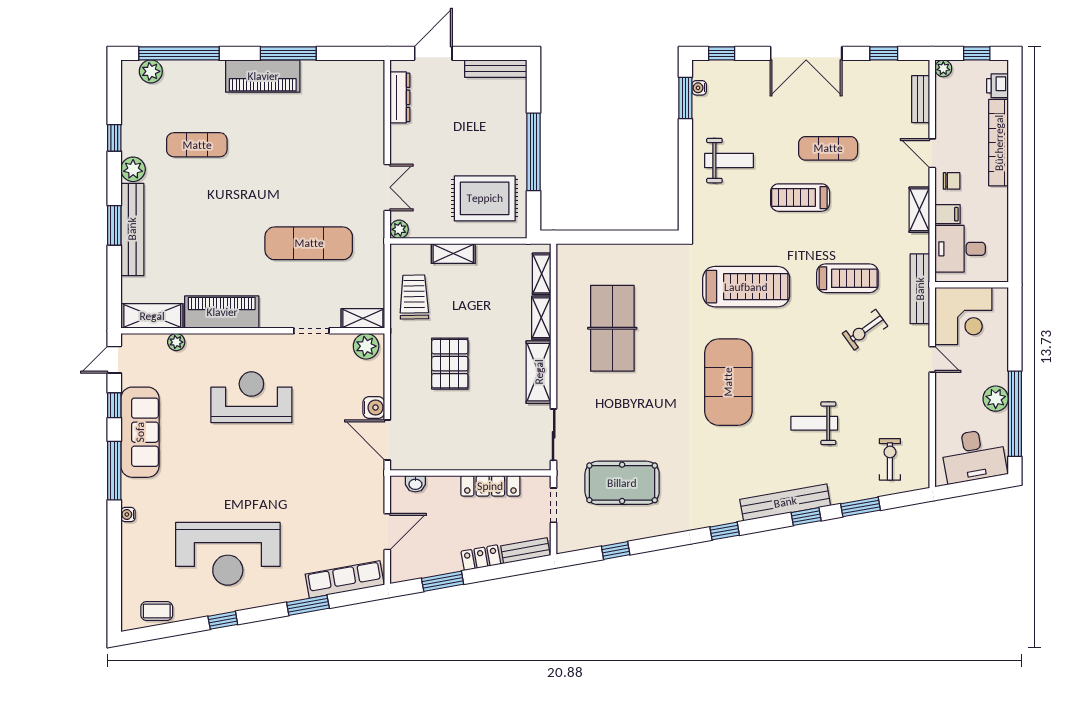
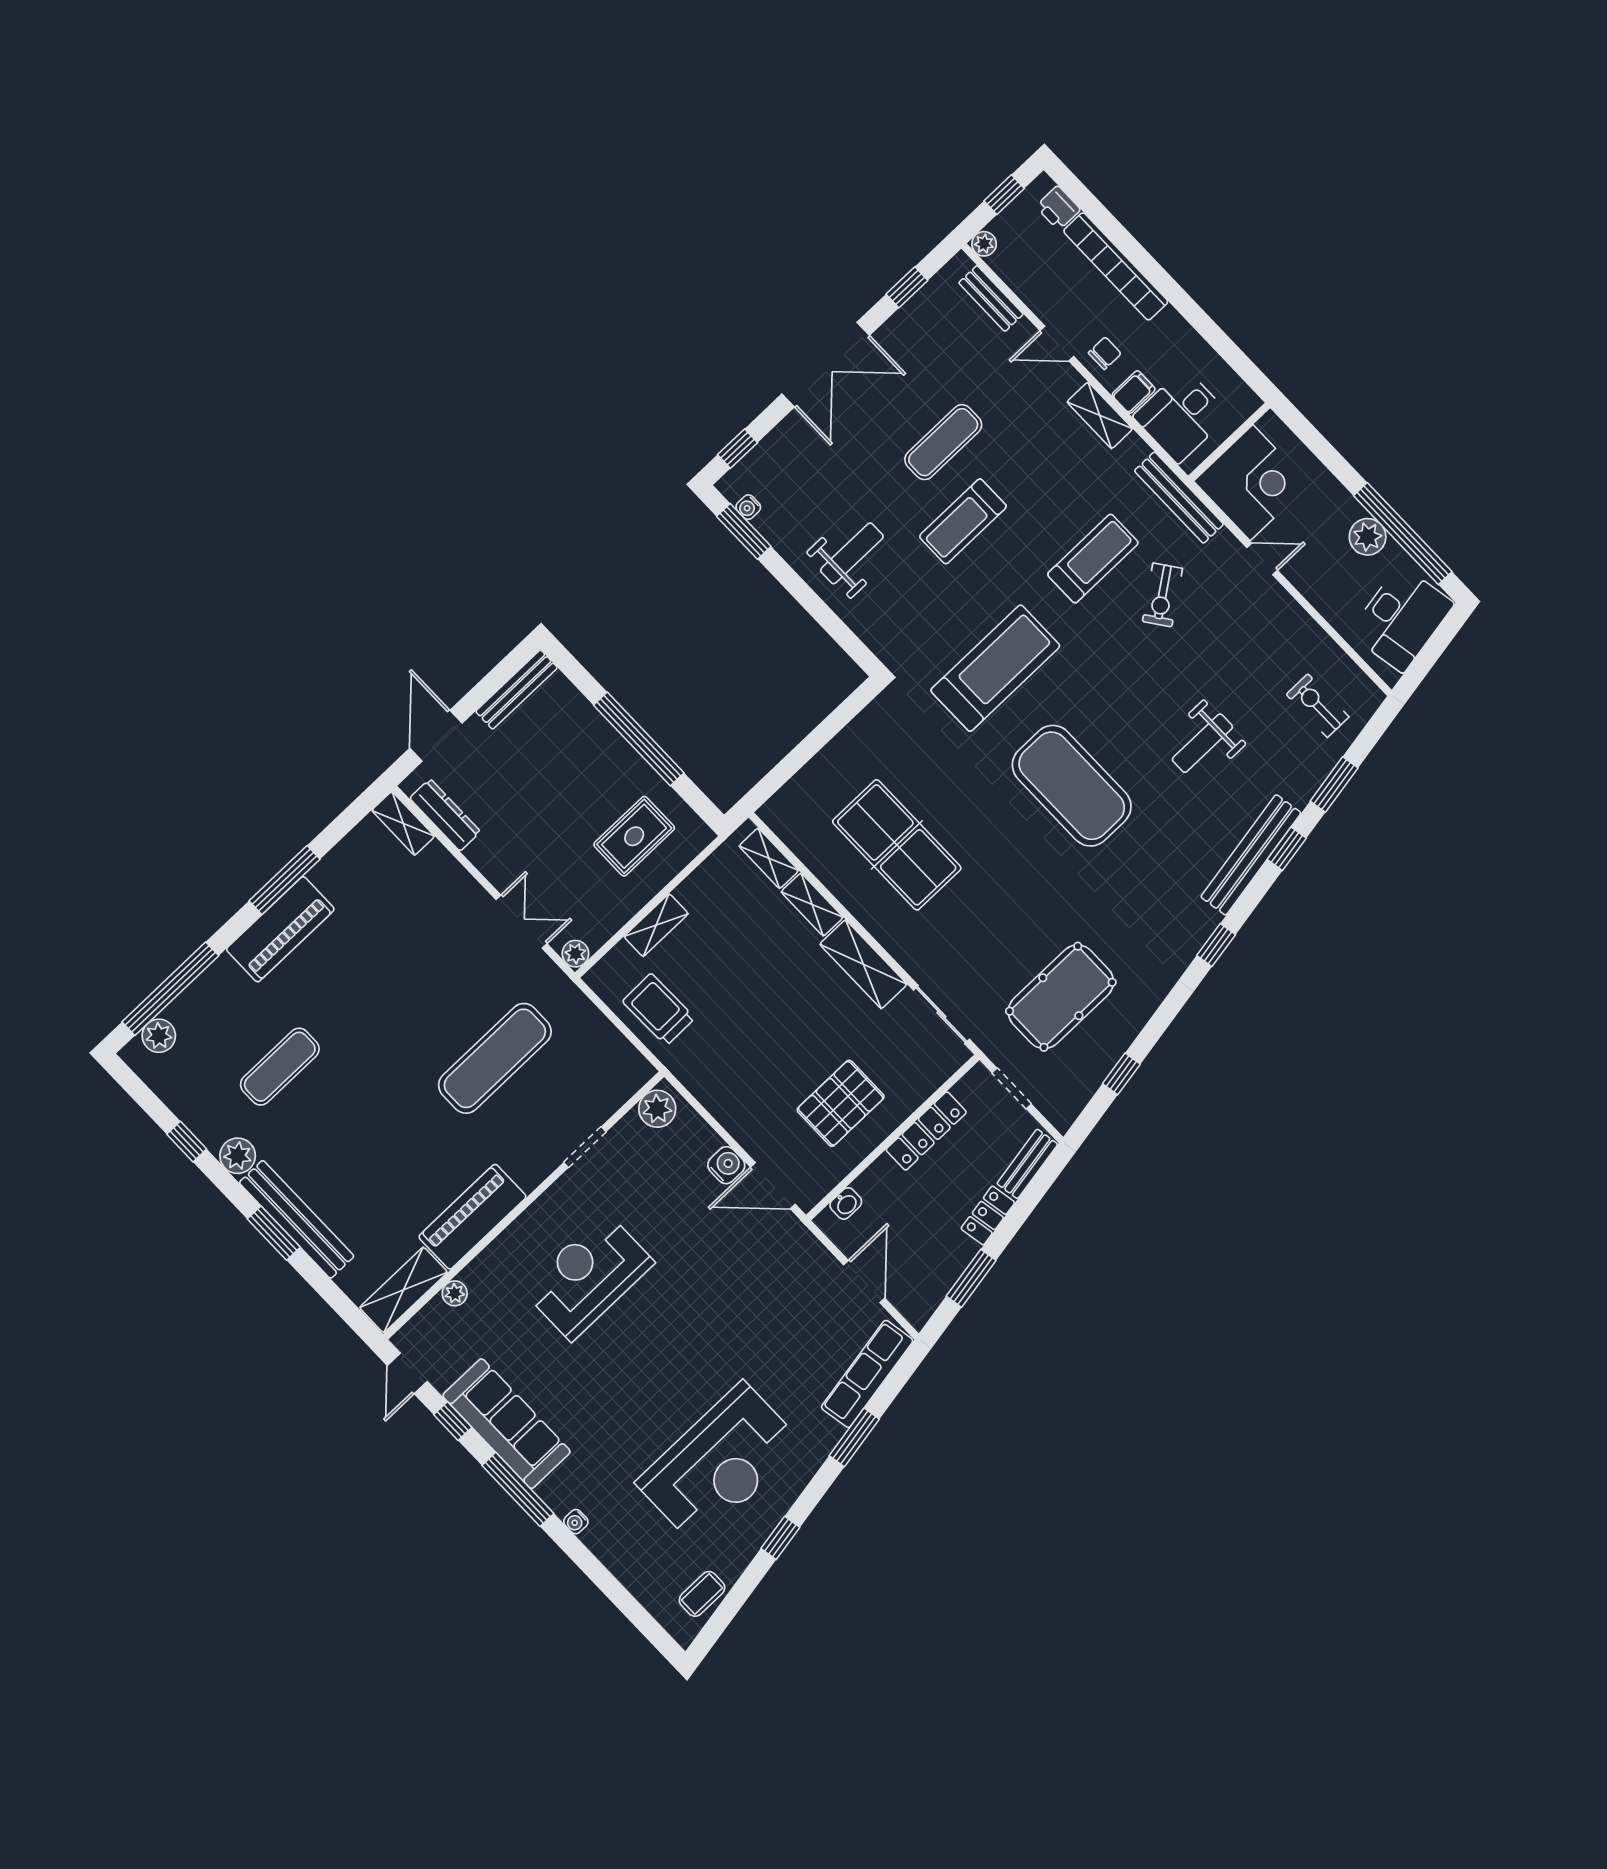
rug: (485, 198) -> (634, 836), width x0.73, depth x0.70
shelving: (363, 318) -> (403, 823), moved, turned 90
pallet: (450, 364) -> (841, 1103), moved, turned 90

